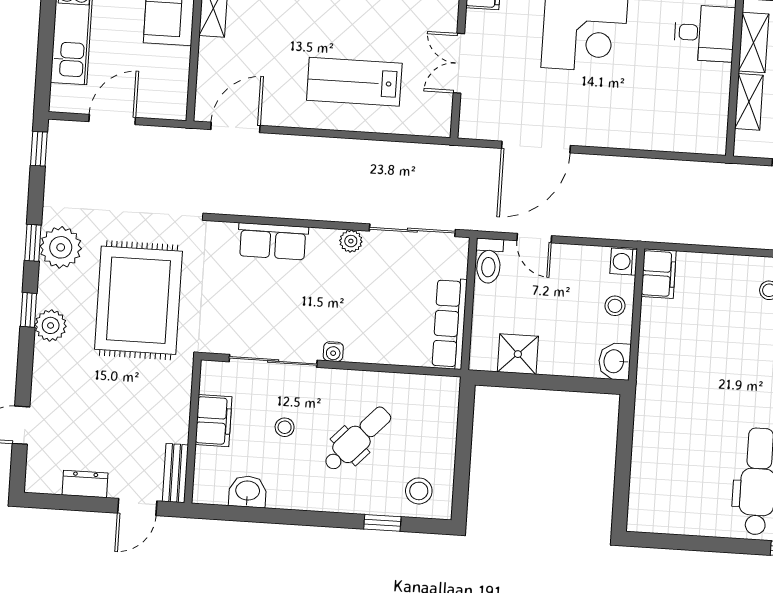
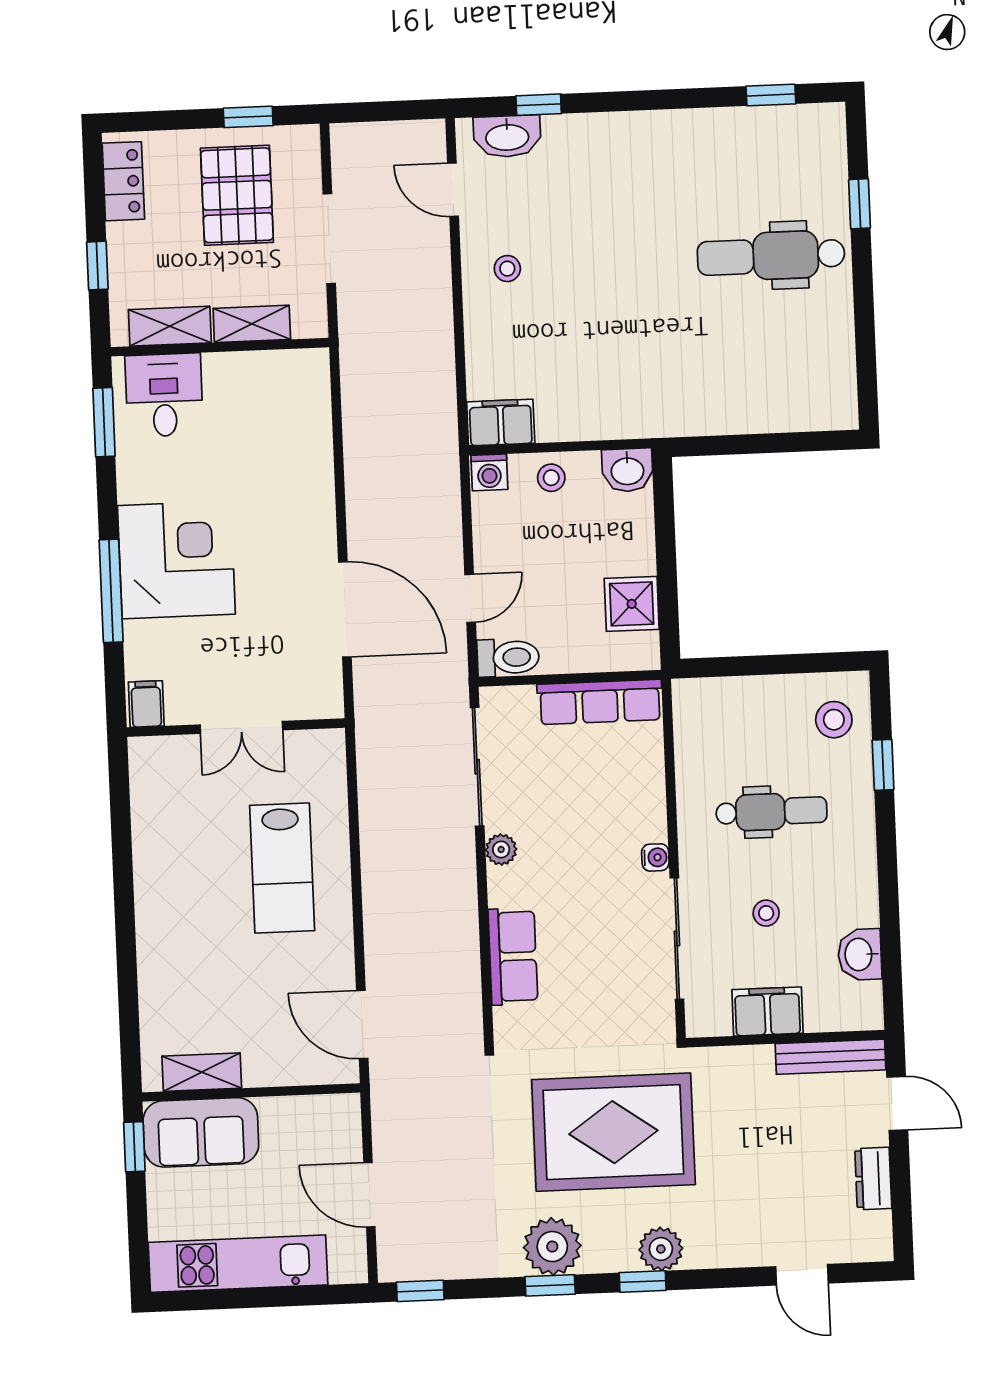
dental chair: (357, 439) -> (771, 812), turned 137
bench: (175, 473) -> (831, 1057), width x1.36

